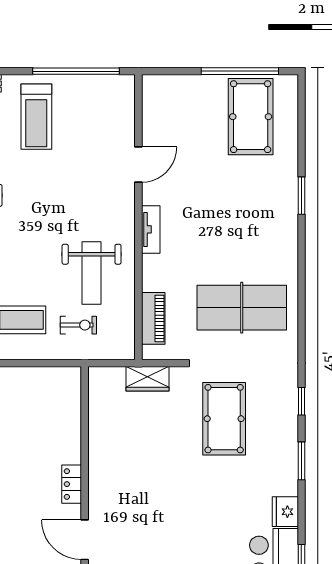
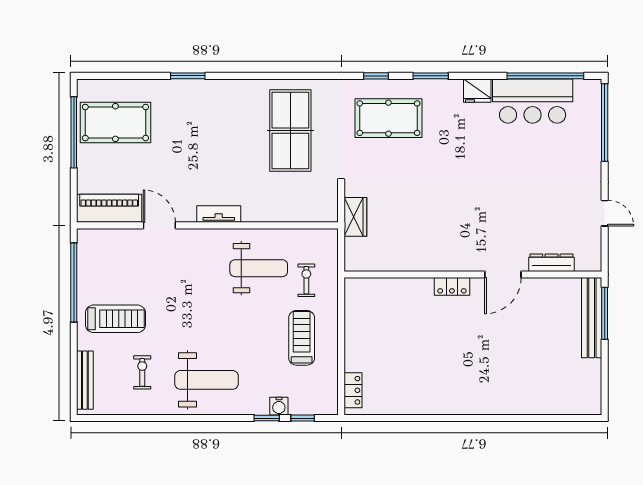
piano: (153, 318) -> (109, 208), moved, width x1.37, depth x1.33
pool table: (224, 419) -> (388, 118), moved

